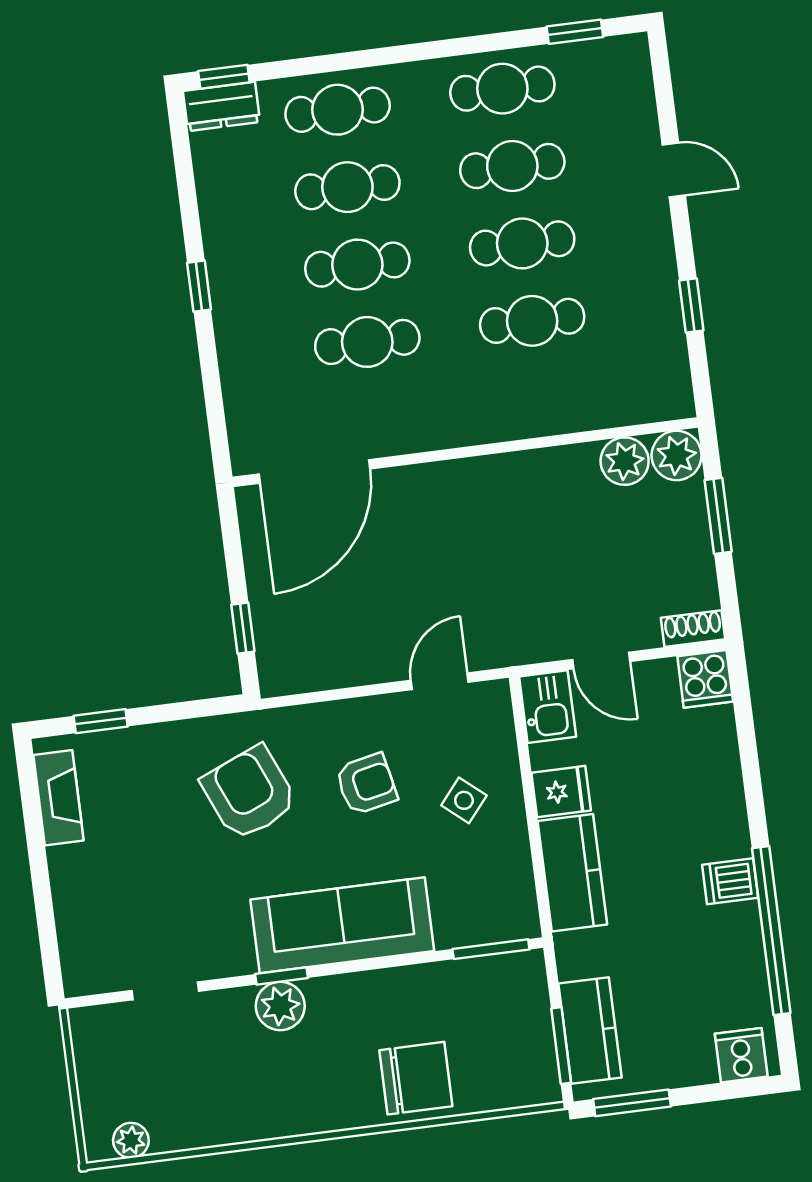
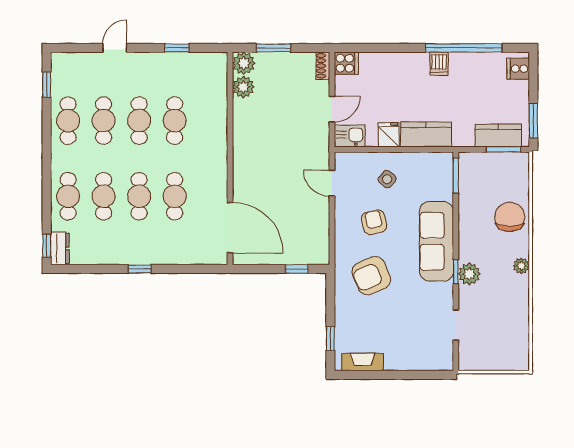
plant: (131, 1140) -> (521, 266), moved

